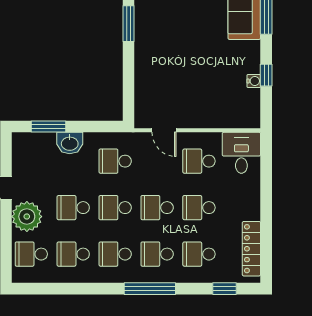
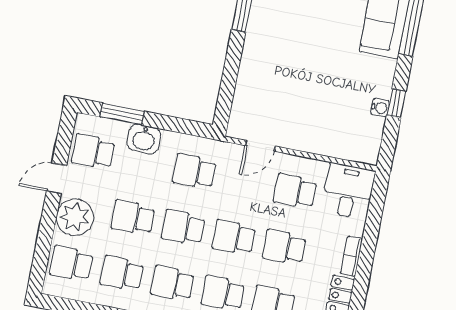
door: (164, 130) -> (260, 146), hinge flipped
school desk: (31, 161) -> (93, 152), added
bookcase: (254, 204) -> (351, 256), added

